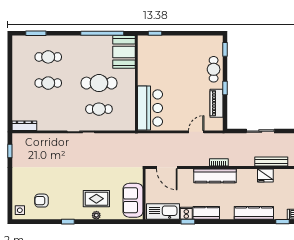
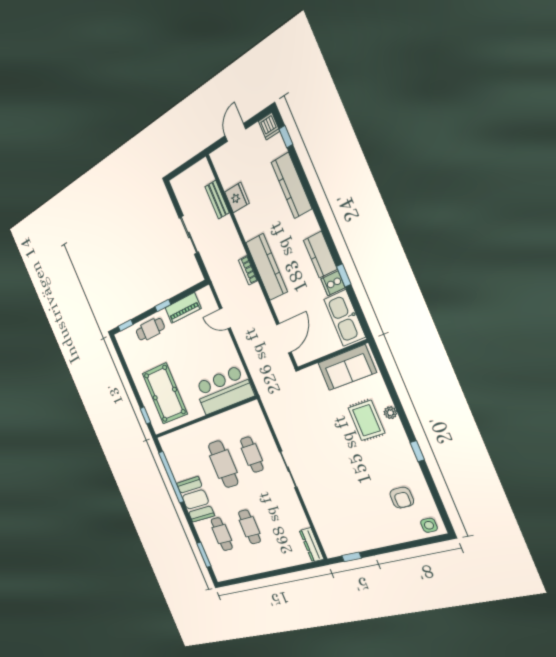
booth: (124, 52) -> (195, 499), moved, turned 90
pool table: (165, 59) -> (165, 394), added
bench: (271, 162) -> (217, 200), width x0.73

